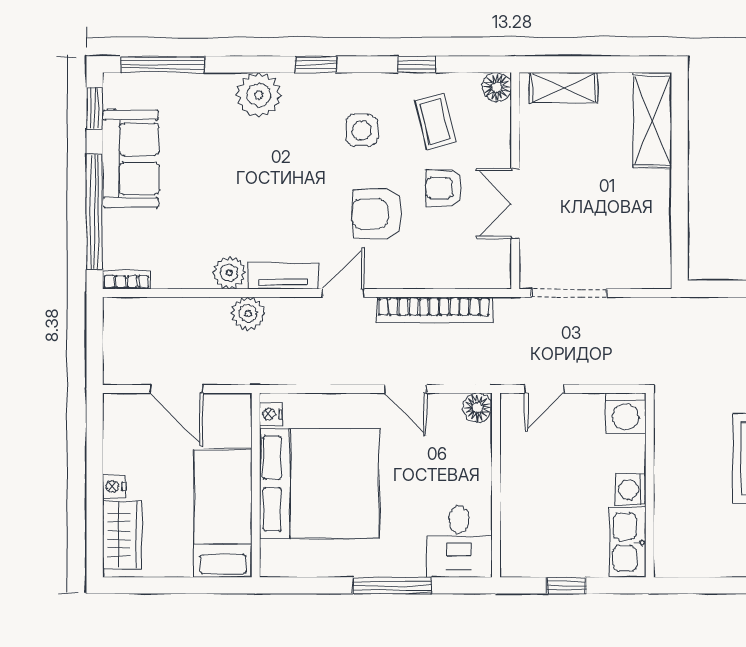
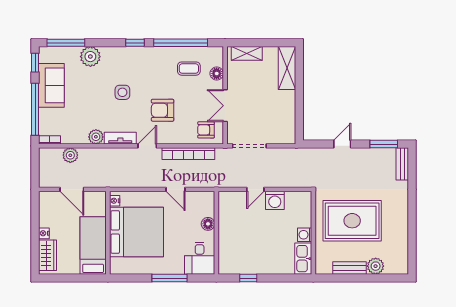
window: (417, 64) -> (181, 43), width x3.17
floor lamp: (497, 87) -> (217, 74), moved
plant: (259, 95) -> (90, 57), moved
coffee table: (435, 121) -> (189, 69), turned -76
side table: (362, 130) -> (122, 92), moved
armchair: (444, 188) -> (206, 130), moved
plant: (248, 313) -> (70, 155), moved
door: (544, 389) -> (255, 189), moved
floor lamp: (478, 408) -> (208, 224), moved
wall: (650, 485) -> (313, 233), moved
washing machine: (631, 490) -> (305, 235), moved
kitchen sink: (628, 542) -> (303, 259), moved

